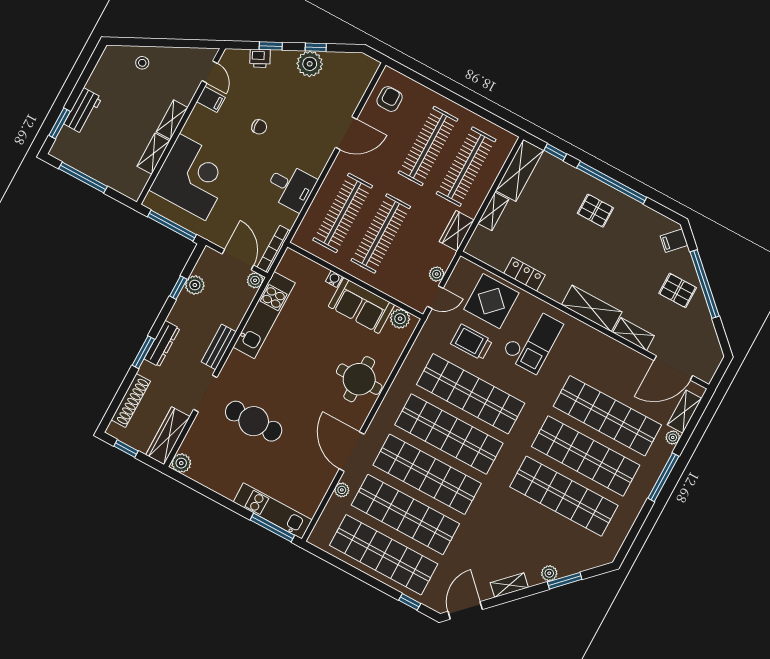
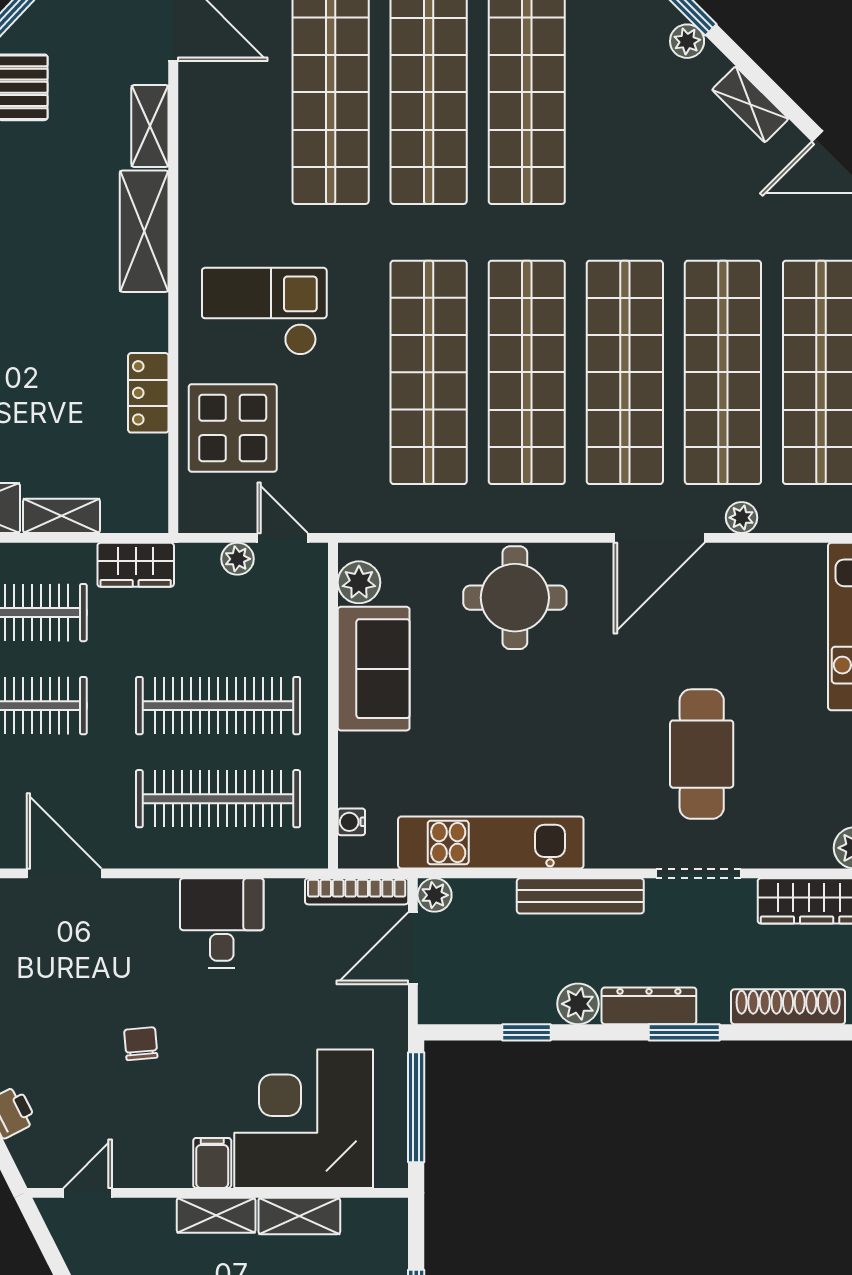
filing cabinet: (211, 99) -> (212, 1163), moved
water cooler: (334, 279) -> (351, 822), moved
plant: (195, 285) -> (578, 1004), moved
trolley: (472, 342) -> (330, 423), removed
bench: (219, 347) -> (580, 896), width x1.36

